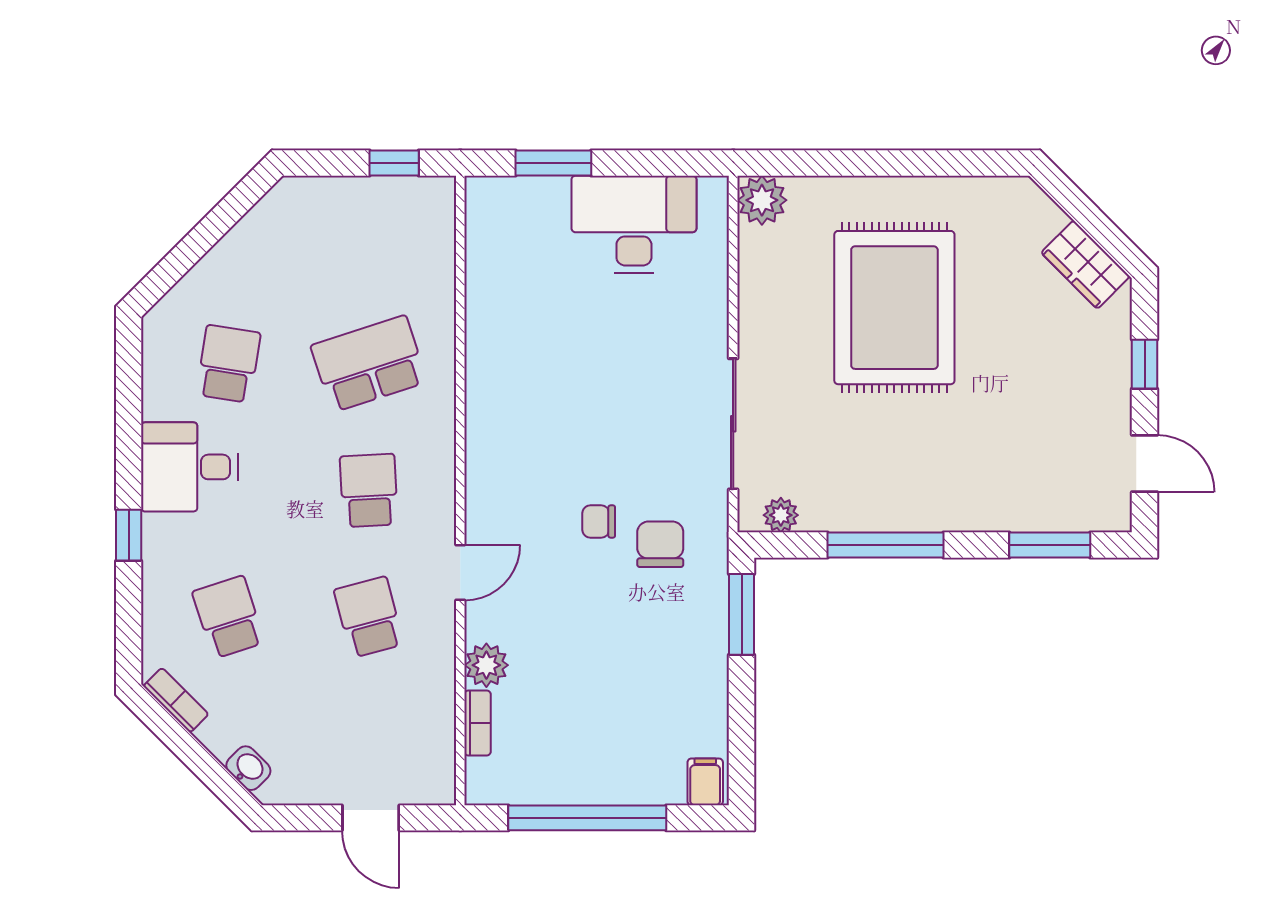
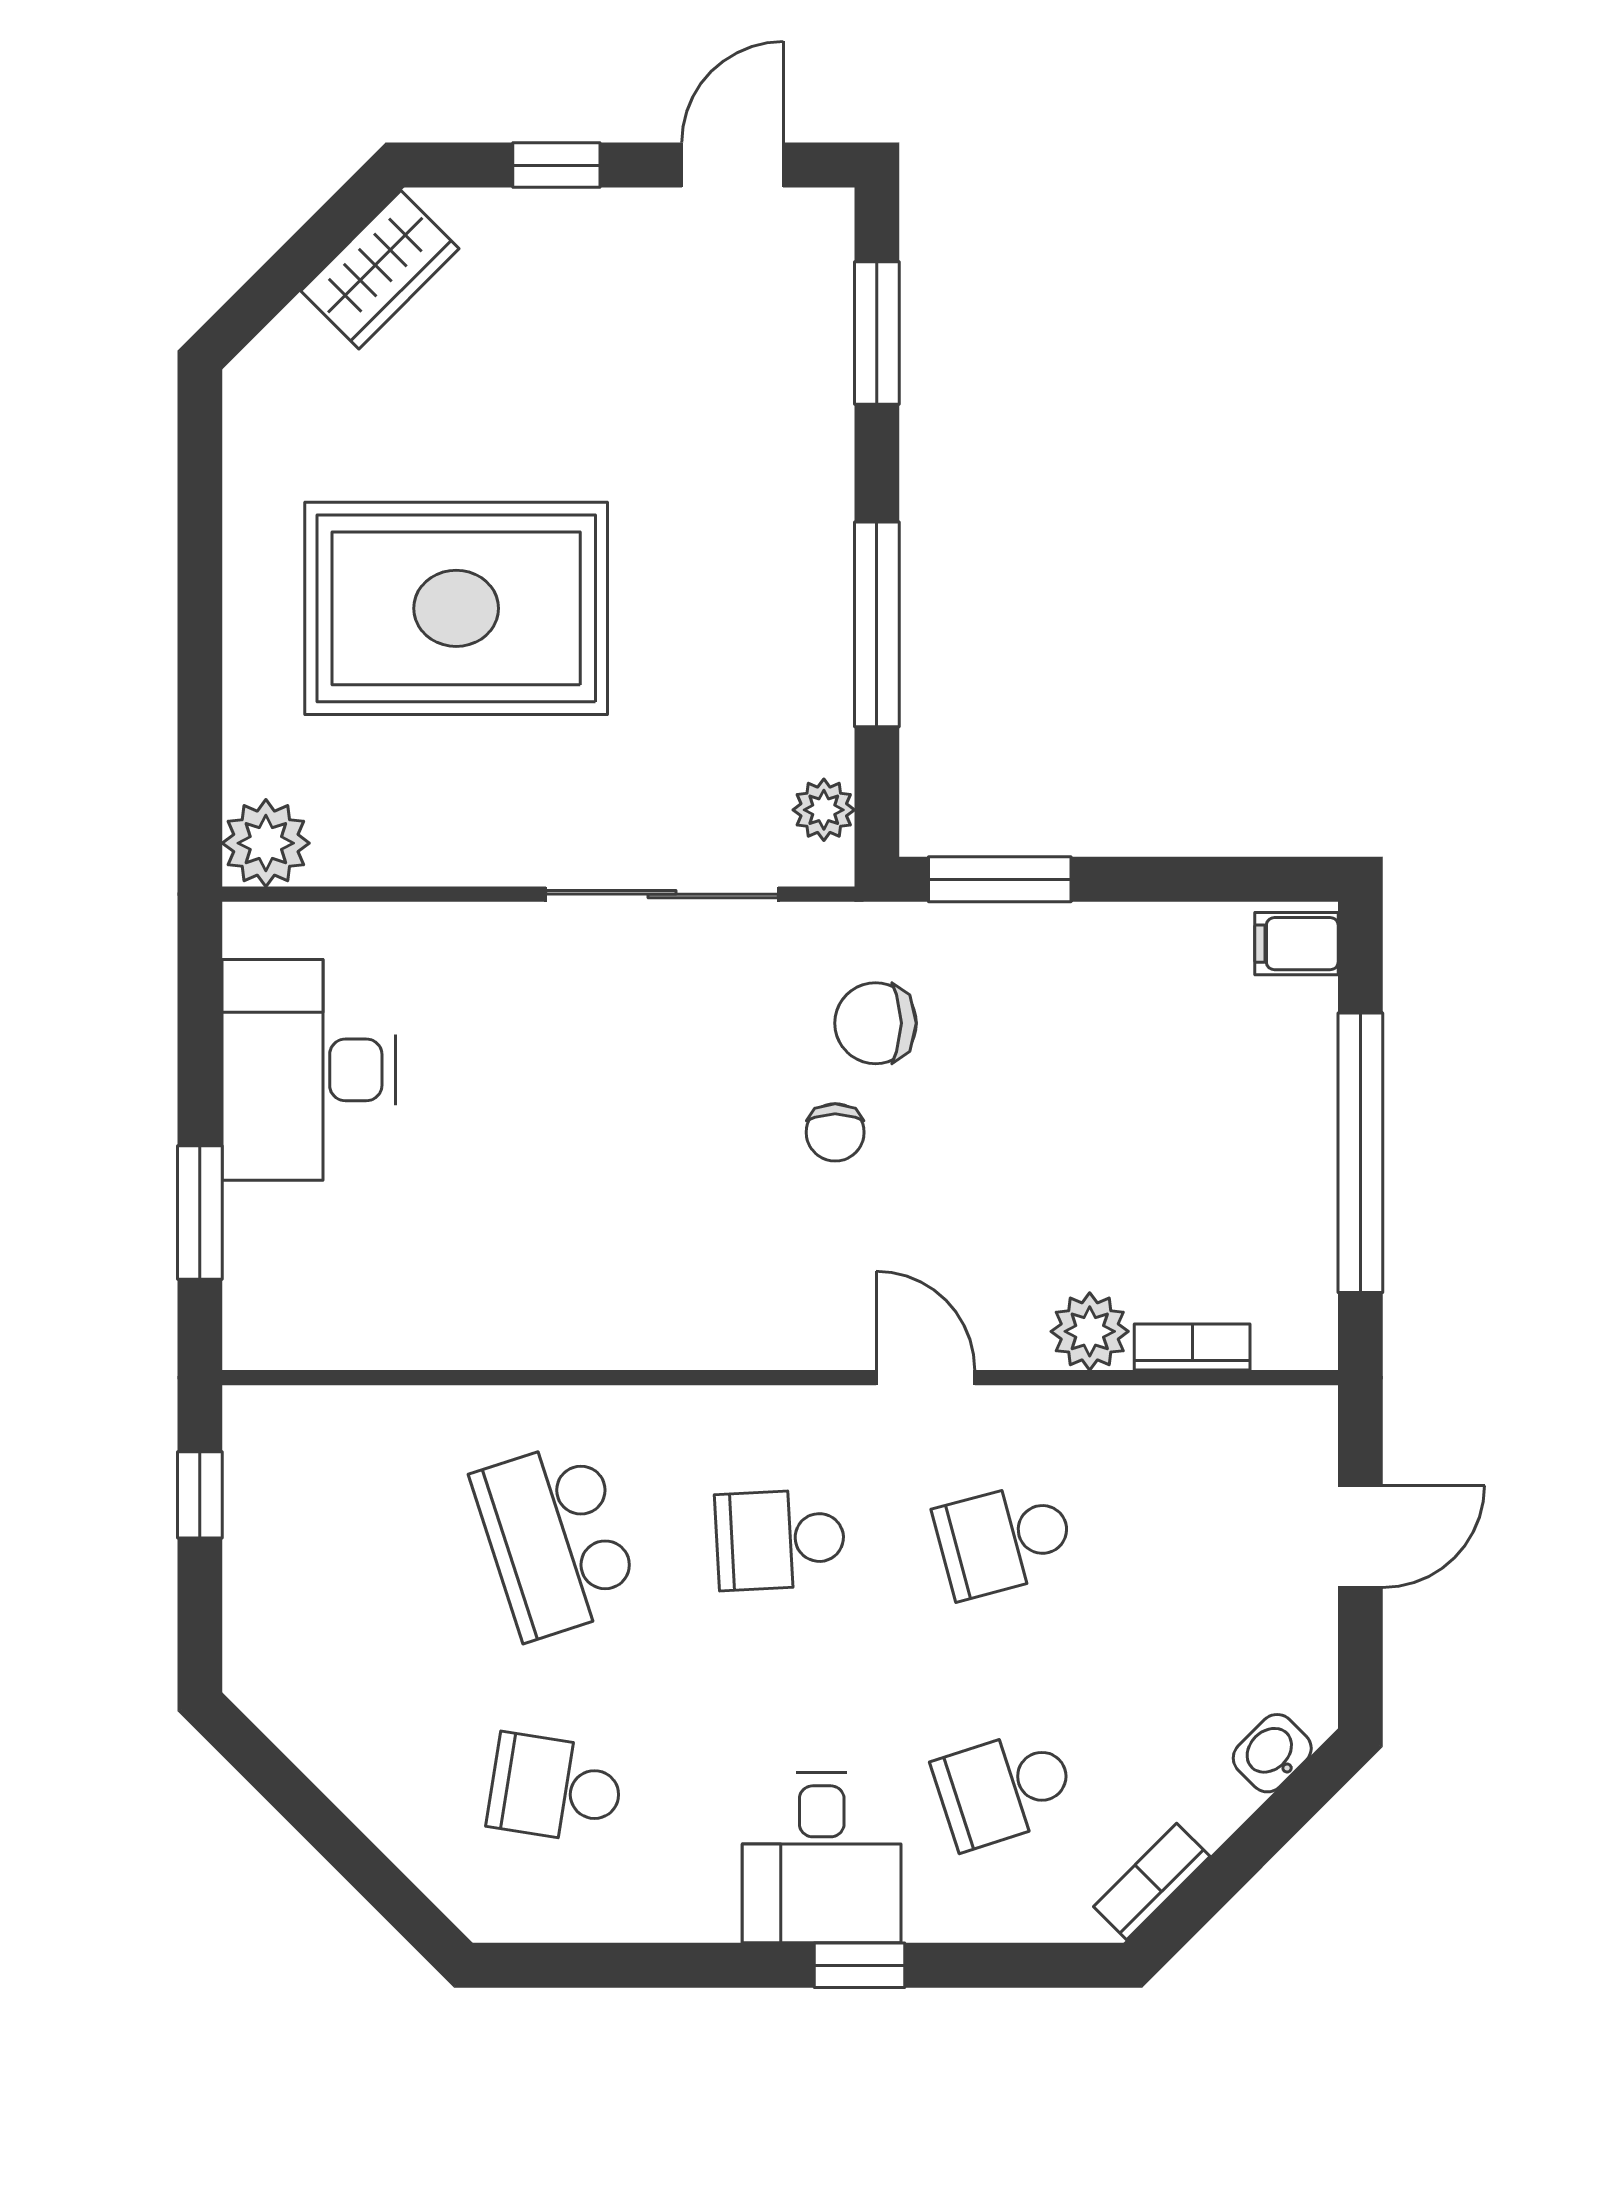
desk: (189, 467) -> (822, 1857), moved

